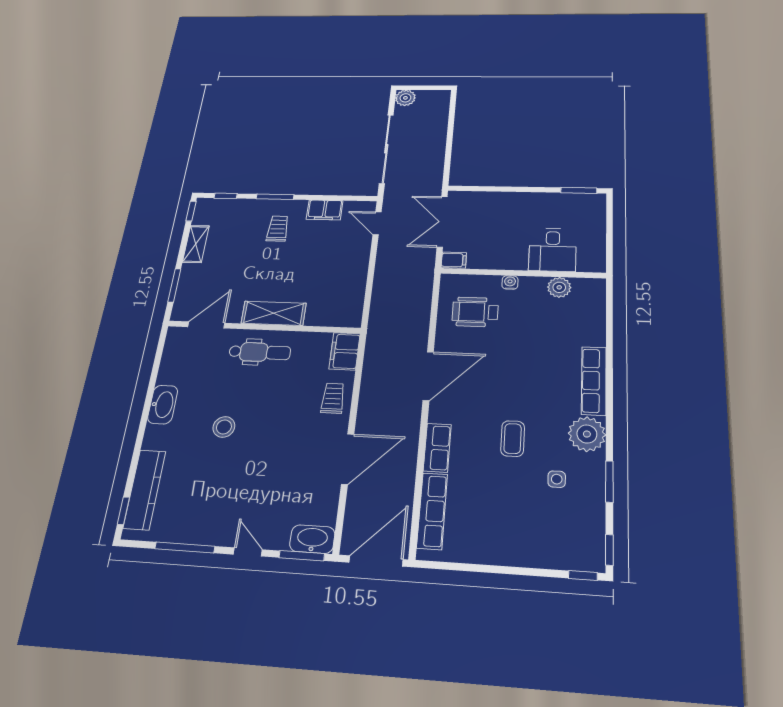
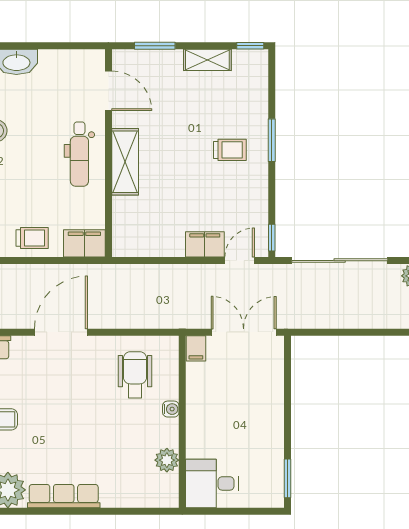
window: (226, 196) -> (272, 238), moved
filing cabinet: (325, 210) -> (205, 244), moved, turned 90
desk: (553, 250) -> (212, 483), moved
door: (428, 376) -> (61, 332), swing flipped

